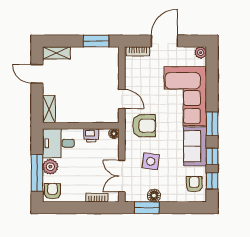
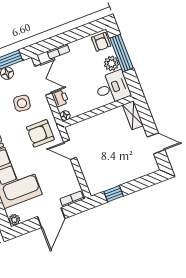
window: (96, 41) -> (114, 194), width x0.67
shelving: (56, 53) -> (146, 169), removed
printer: (91, 135) -> (60, 98), moved, turned 90

